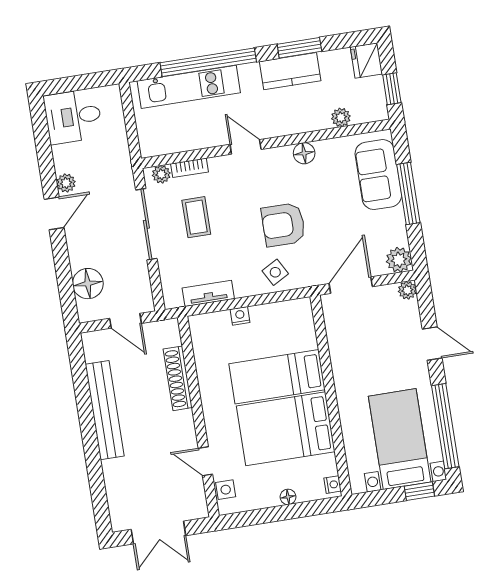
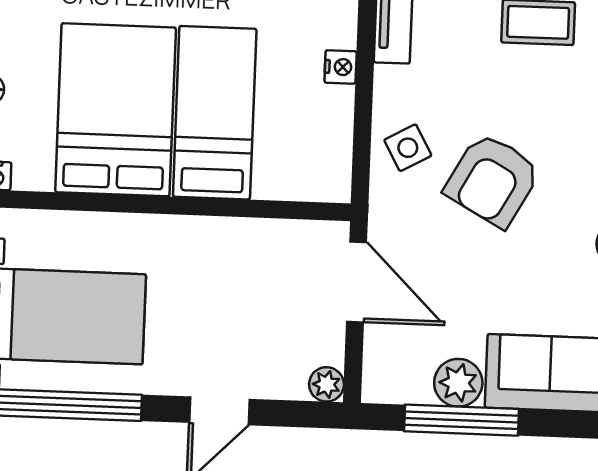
window: (408, 194) -> (461, 420), moved
armchair: (283, 225) -> (493, 180), turned -151
plant: (399, 260) -> (458, 383), moved

